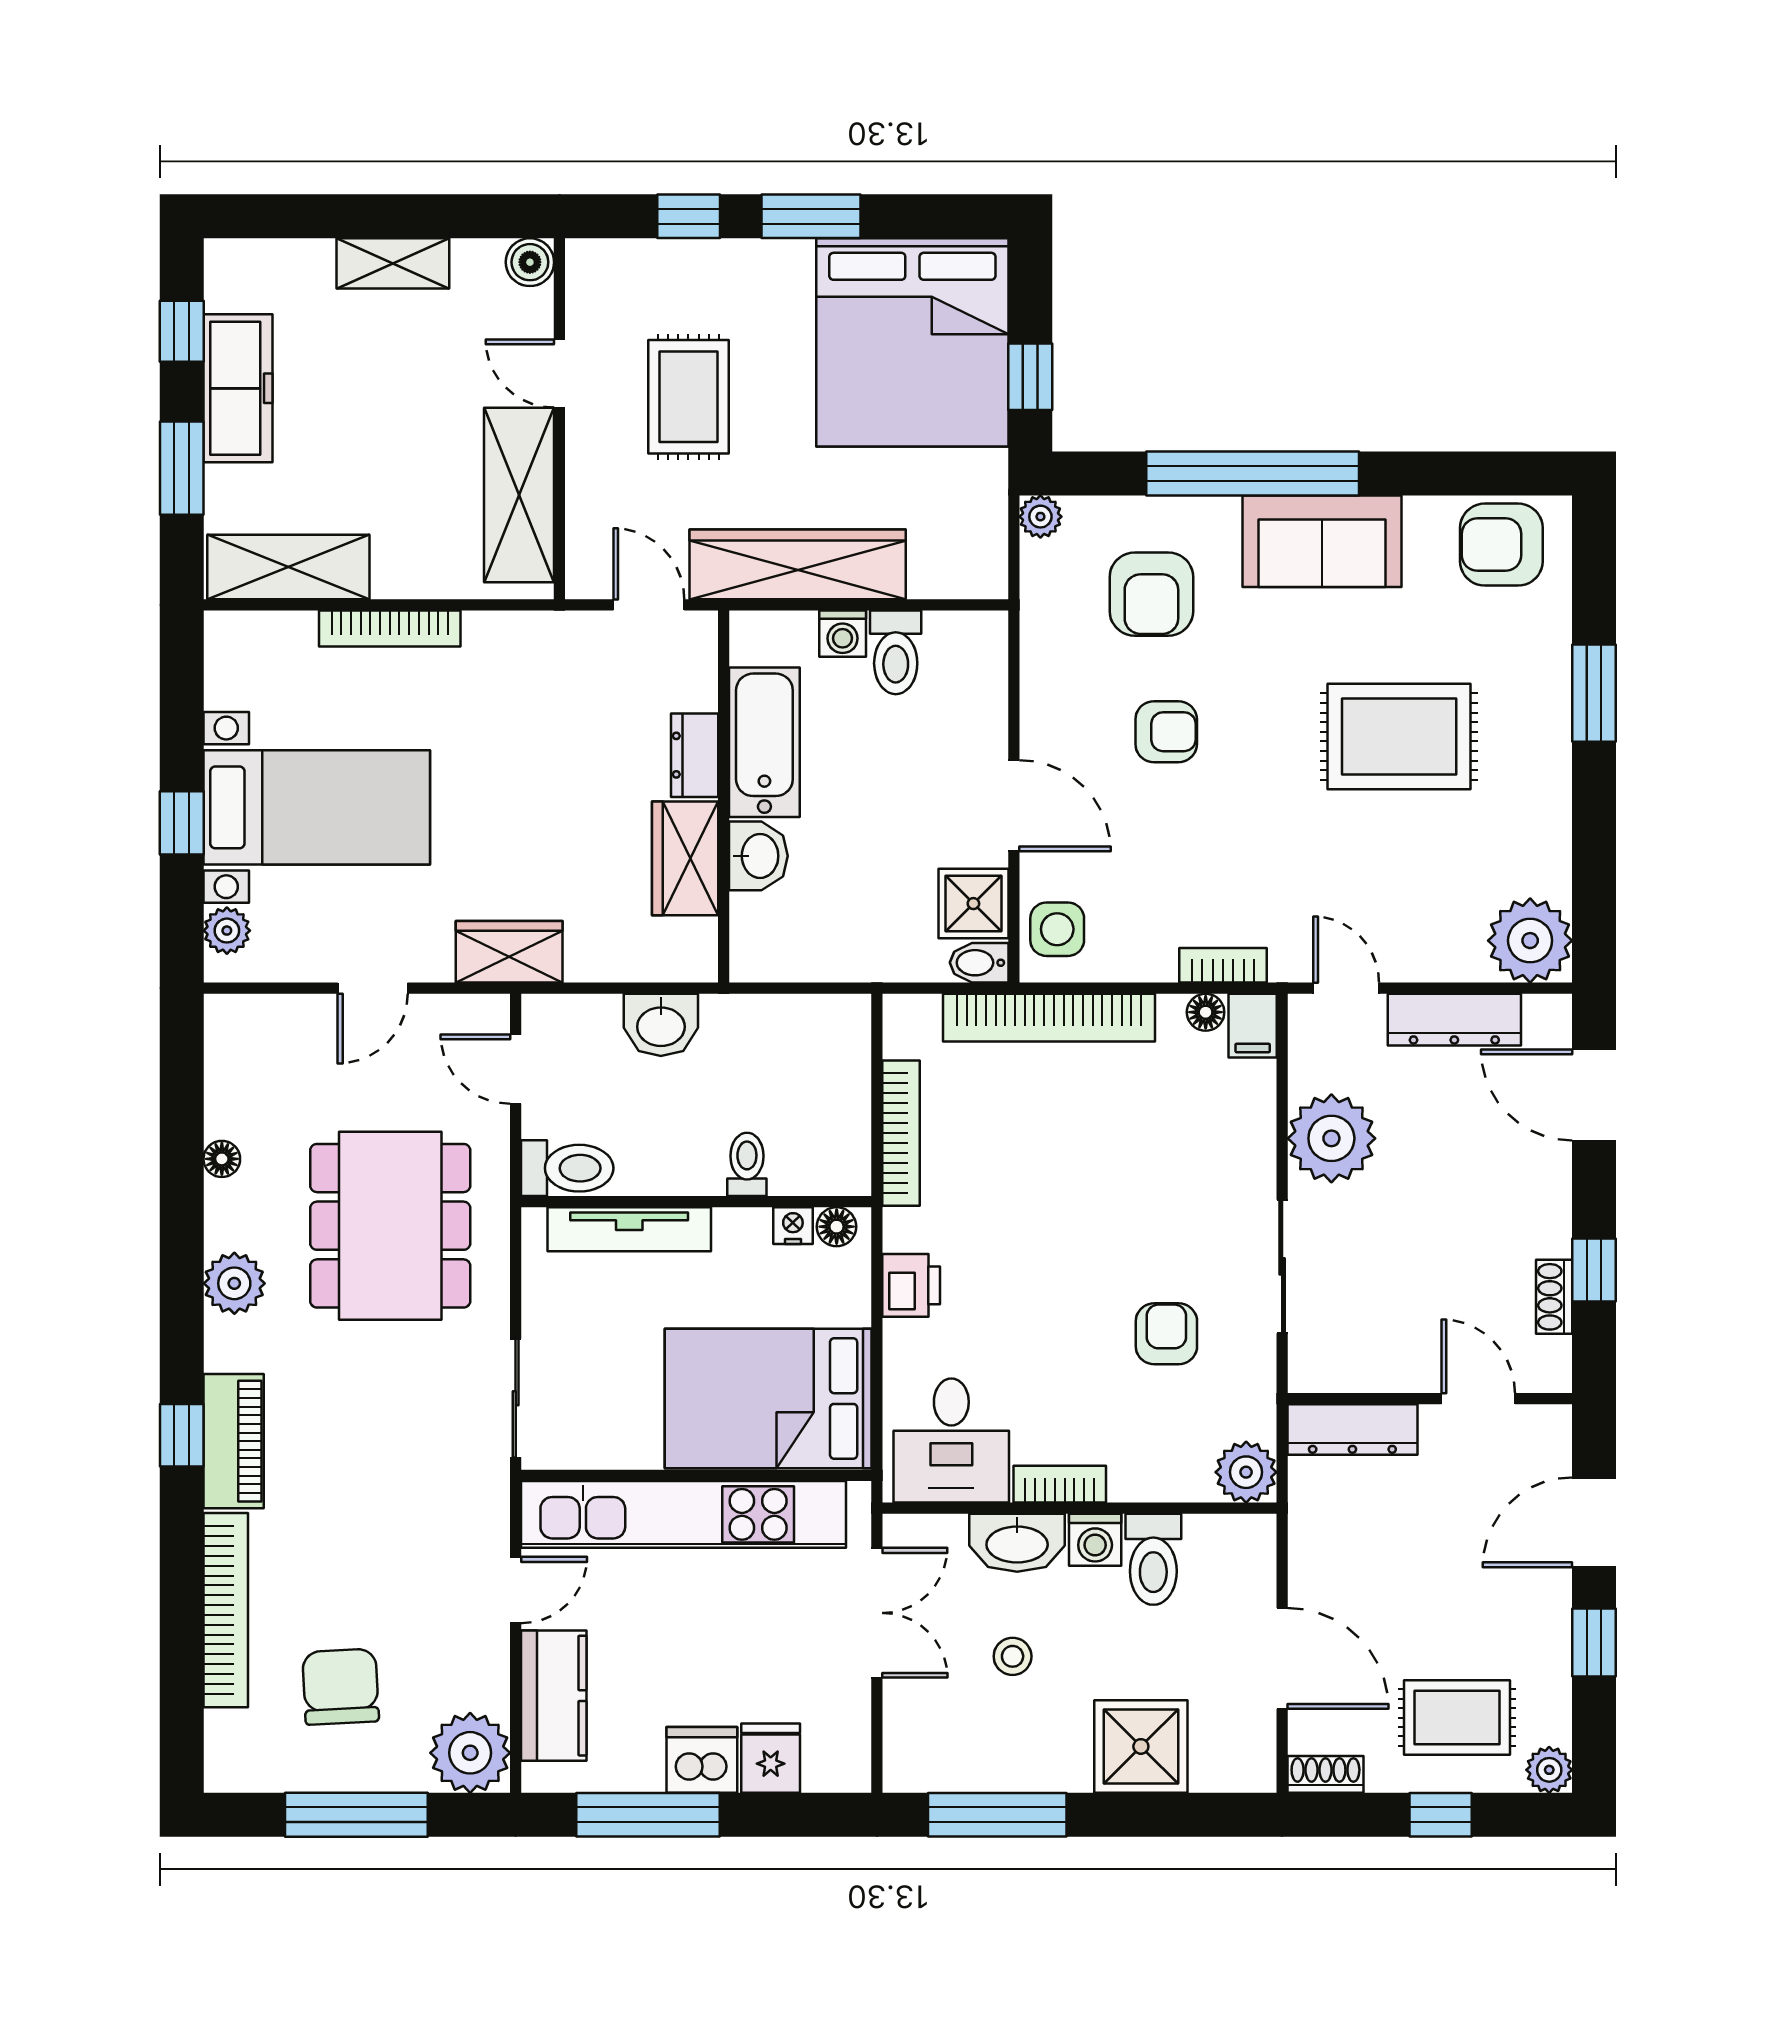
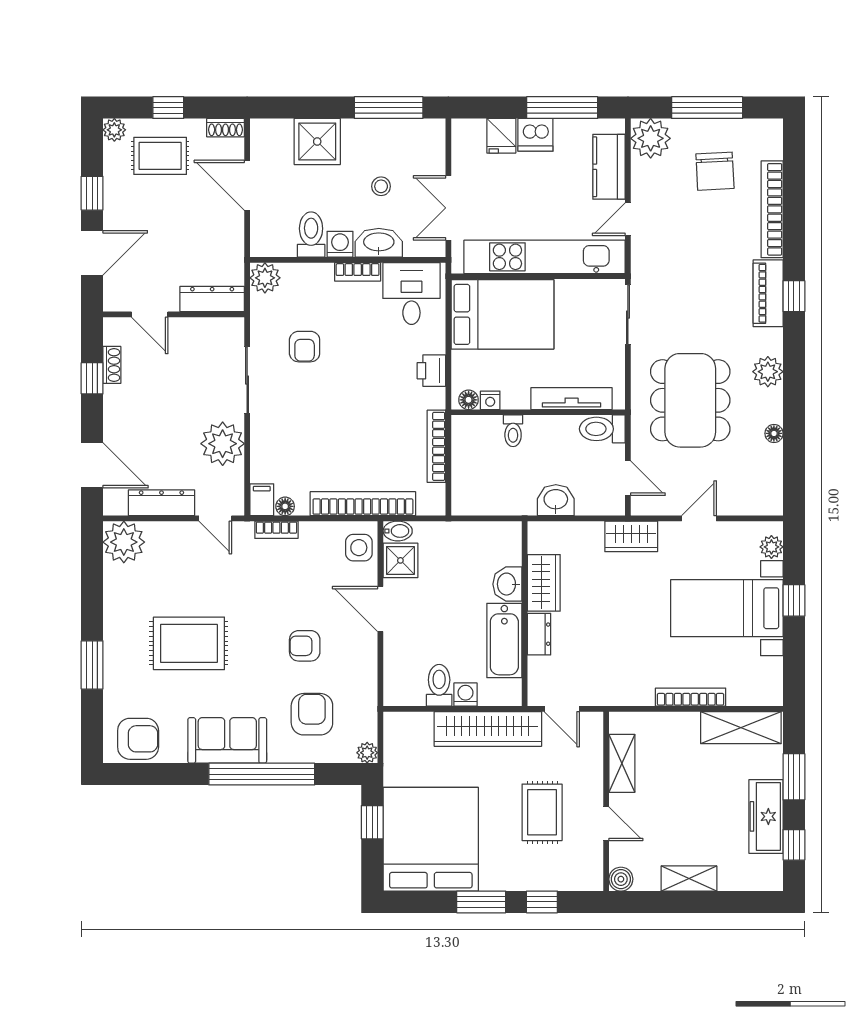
shelving: (519, 495) -> (622, 763), width x0.67, depth x0.75

